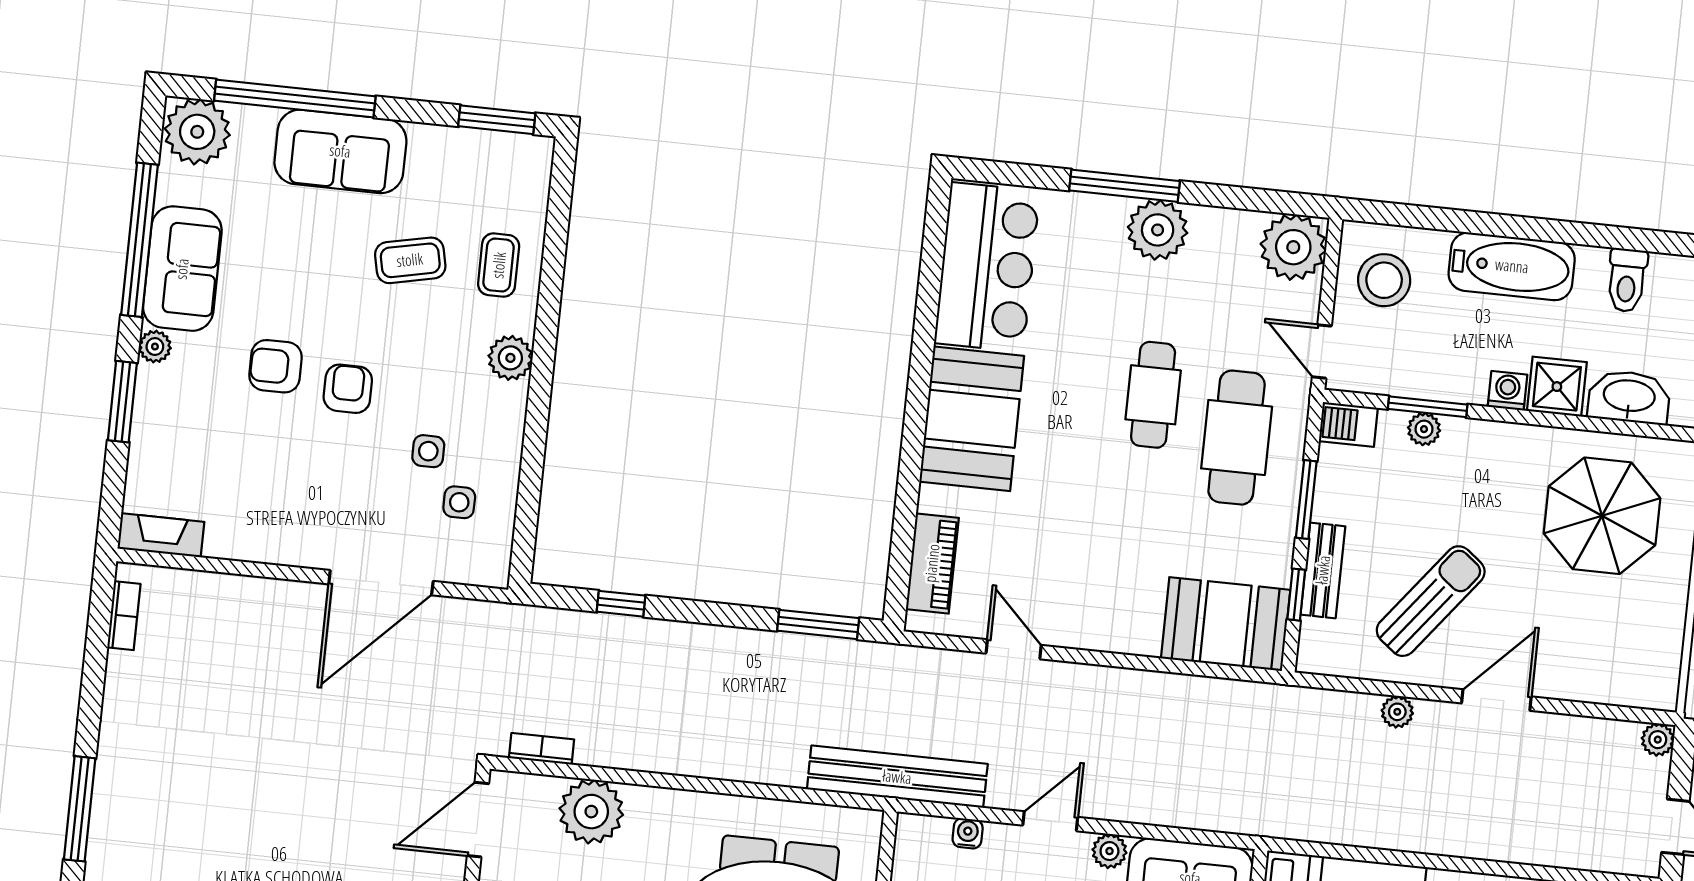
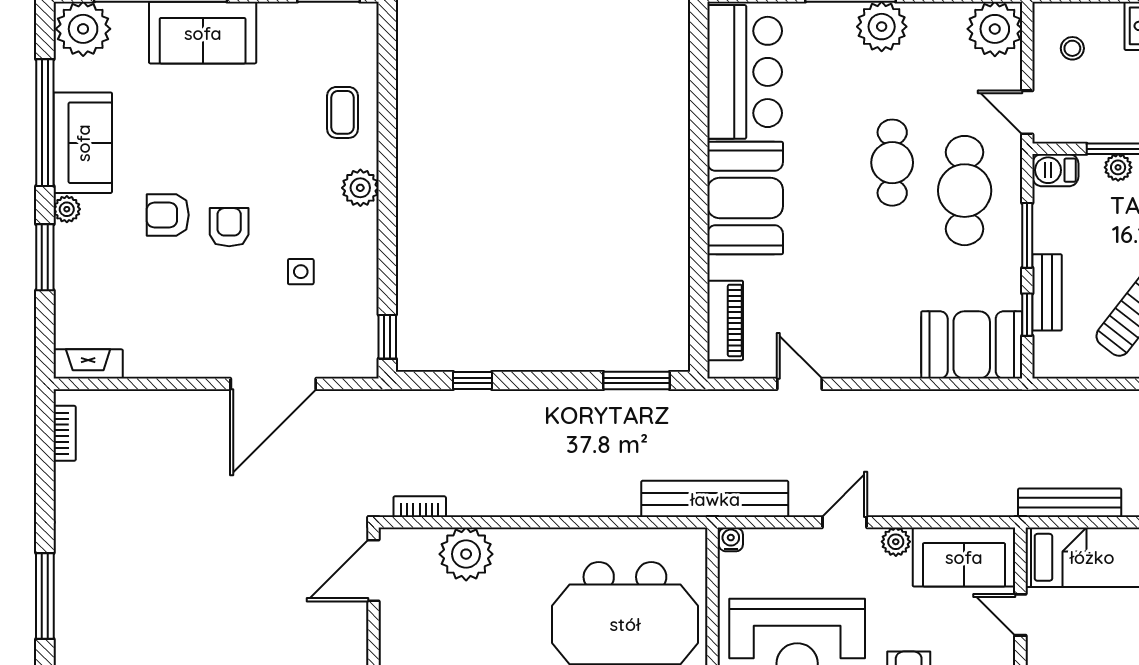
coffee table: (410, 260) -> (269, 116), removed
stool: (1384, 280) -> (1072, 48), width x0.53, depth x0.53
side table: (459, 502) -> (331, 311), removed
window: (524, 540) -> (387, 337), added
plant: (1397, 712) -> (1121, 402), removed
bench: (1323, 826) -> (1070, 503), added
water cooler: (968, 833) -> (731, 539), moved

